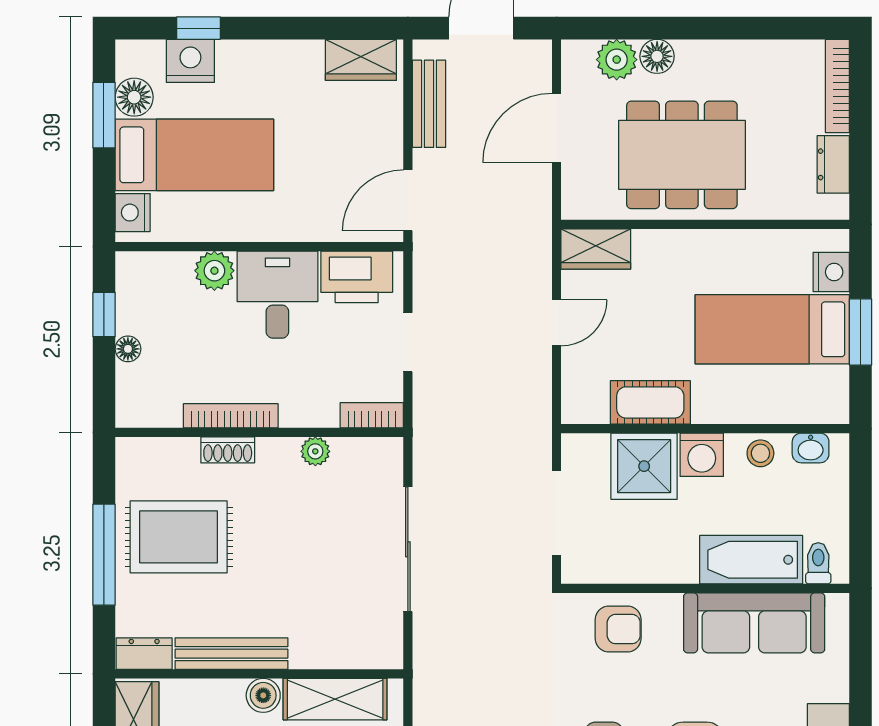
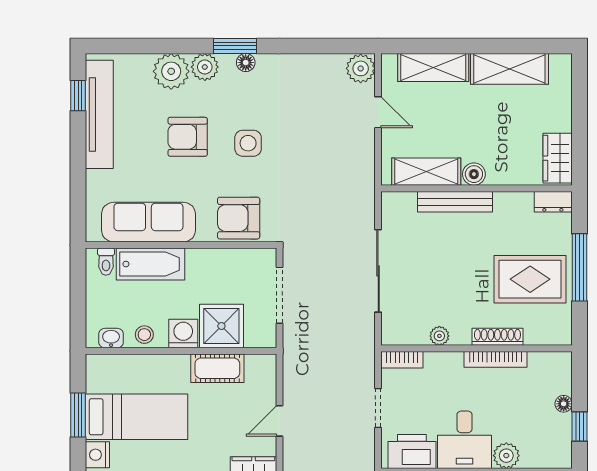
shoe rack: (228, 450) -> (497, 337), width x1.43
armchair: (618, 629) -> (239, 218), width x1.38, depth x1.38
bench: (231, 654) -> (455, 202), moved

